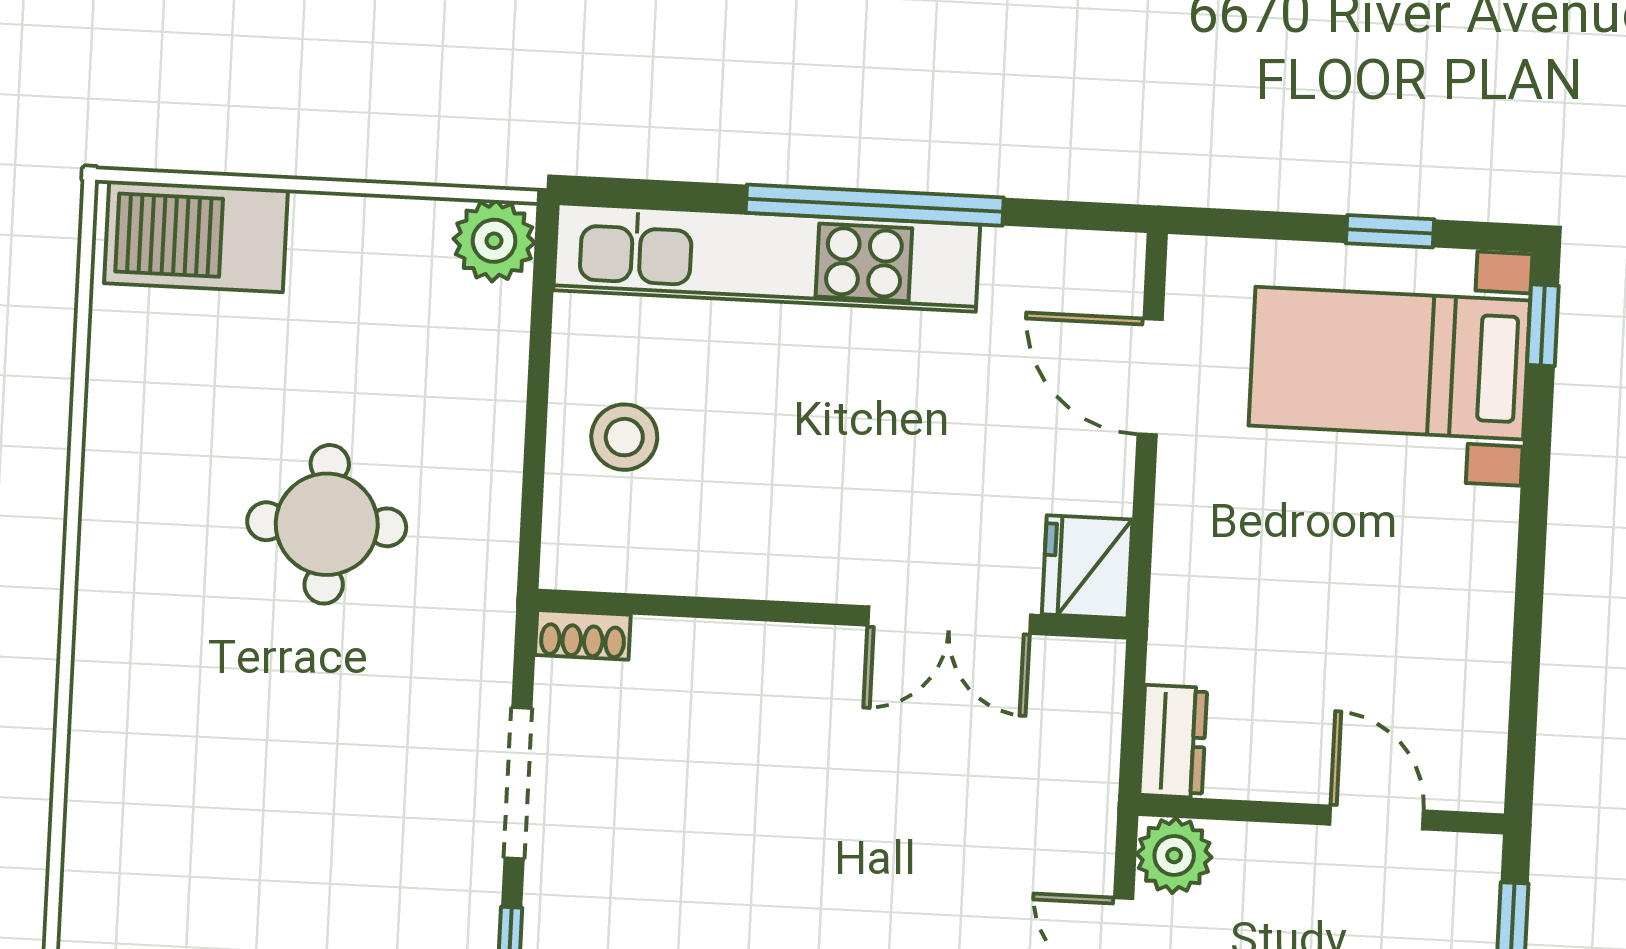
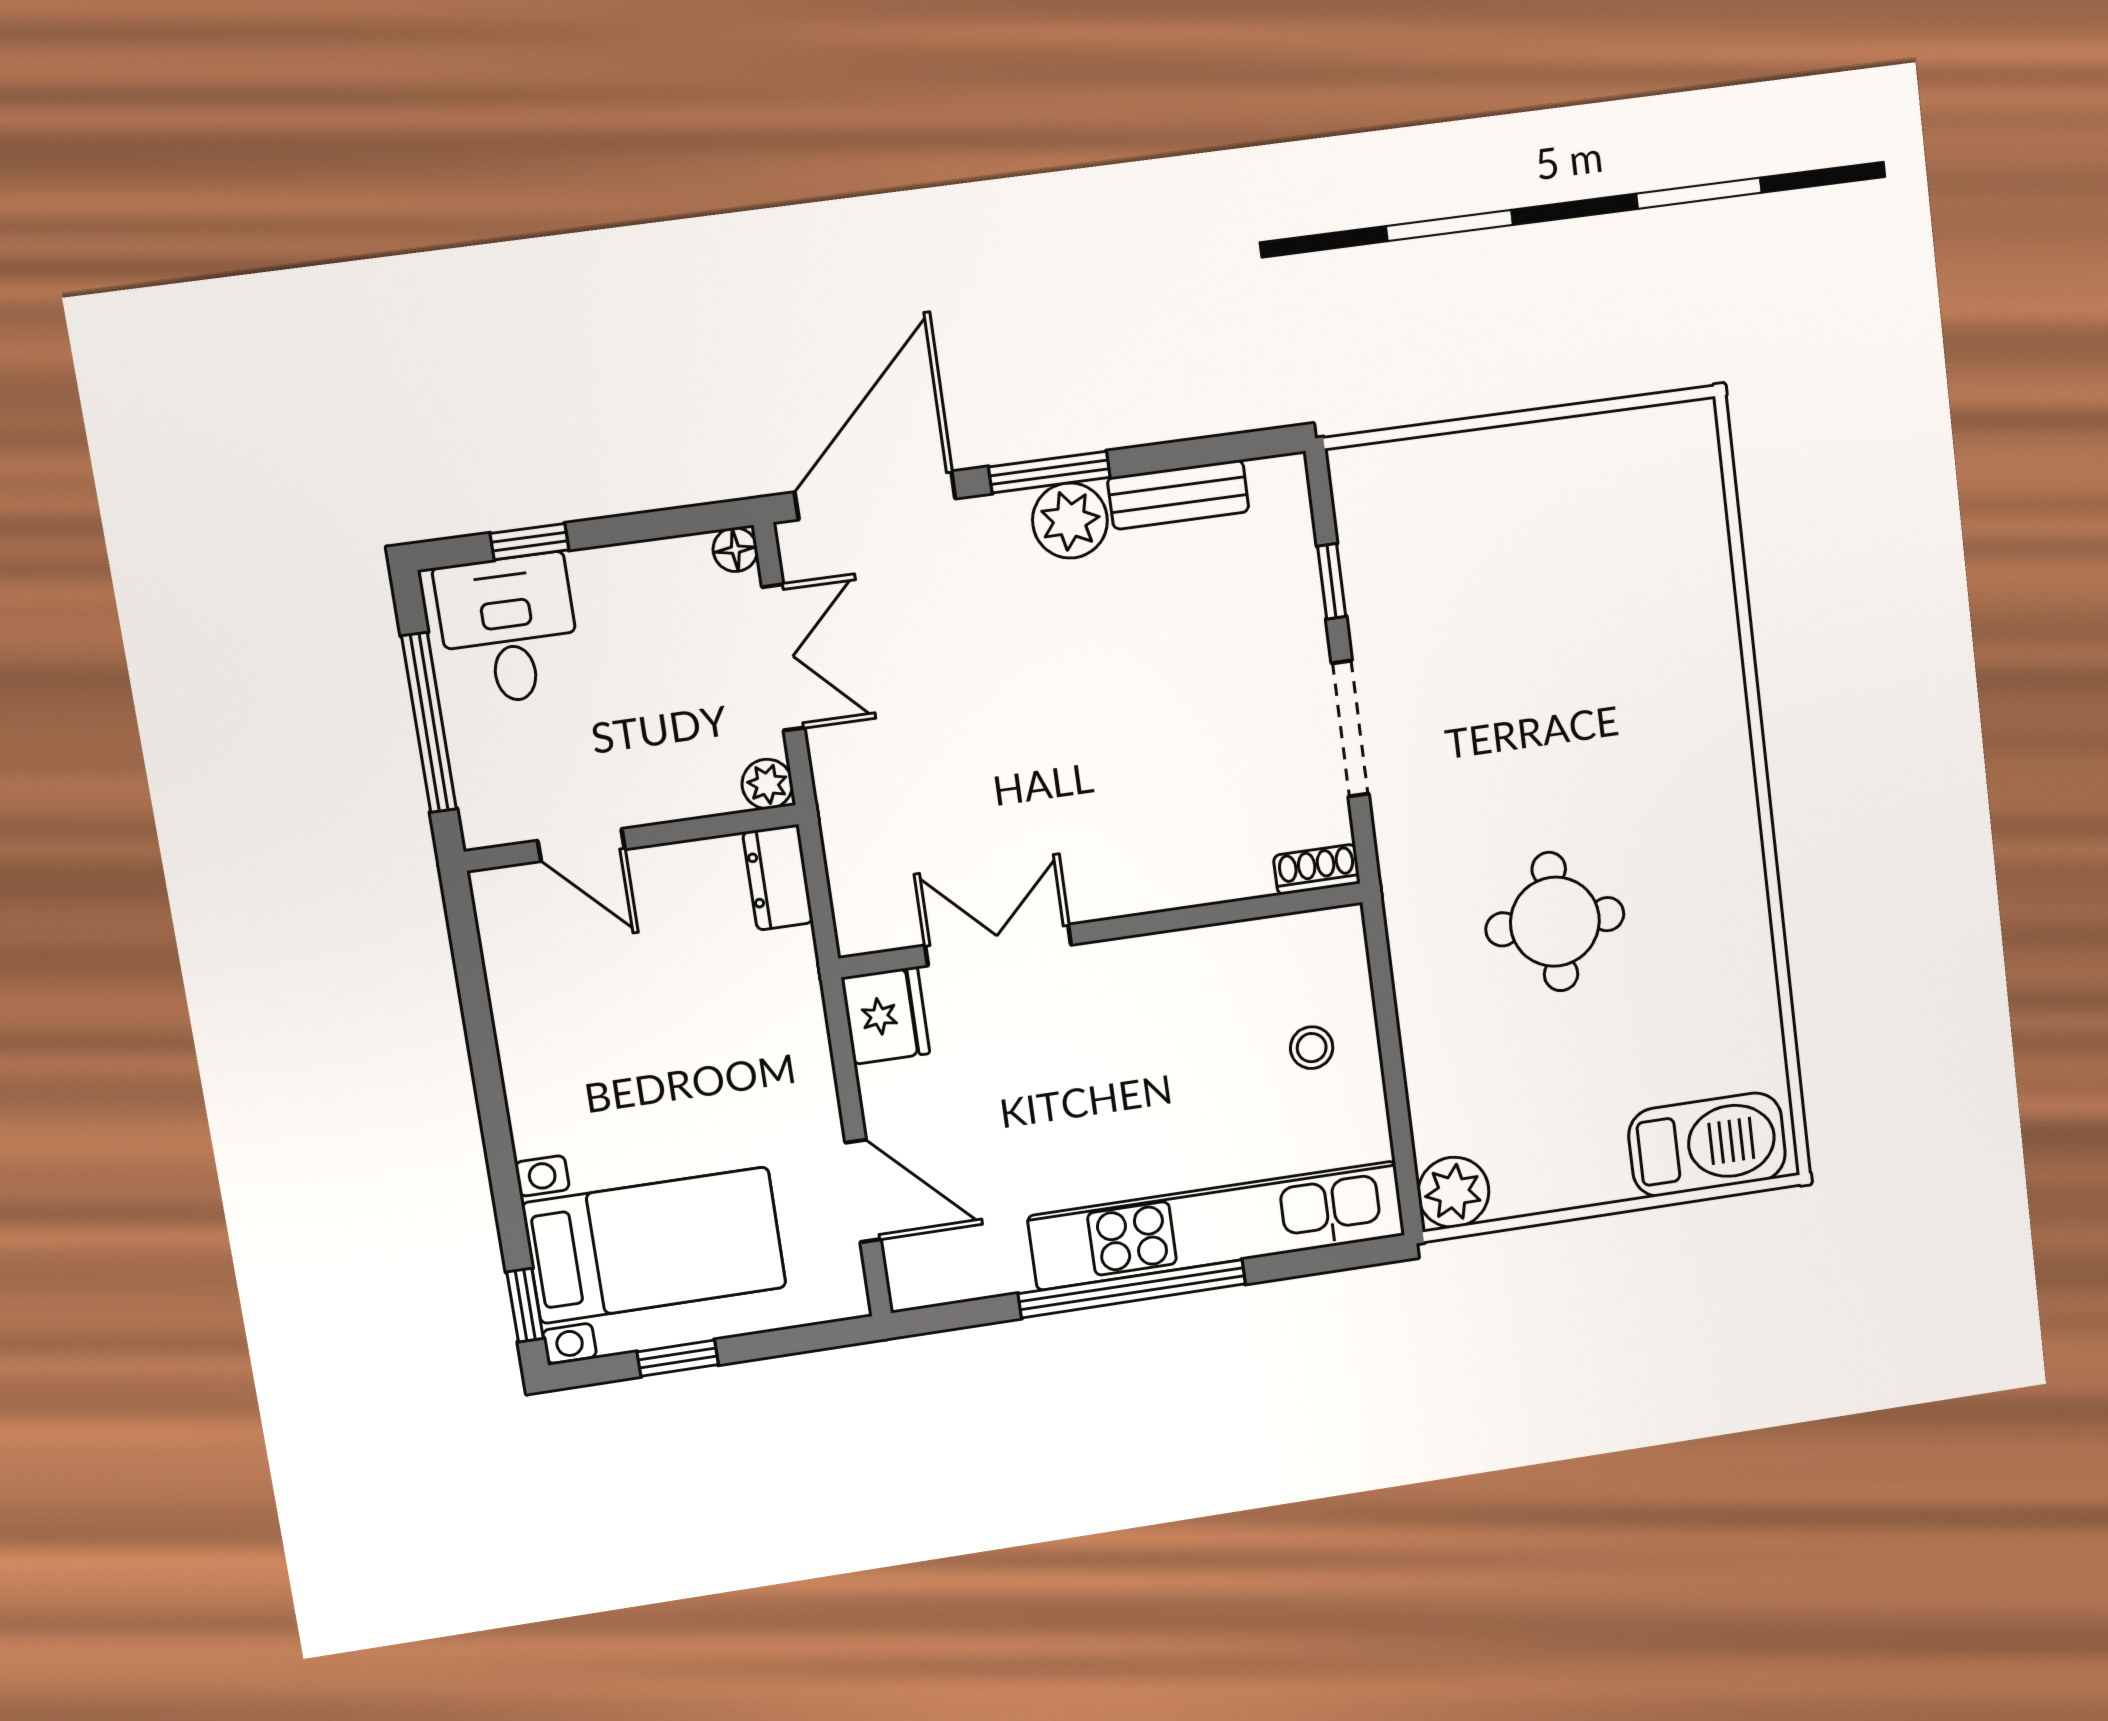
stool: (624, 437) -> (1312, 1048), width x0.73, depth x0.73
plant: (1174, 856) -> (767, 784), width x0.73, depth x0.73

